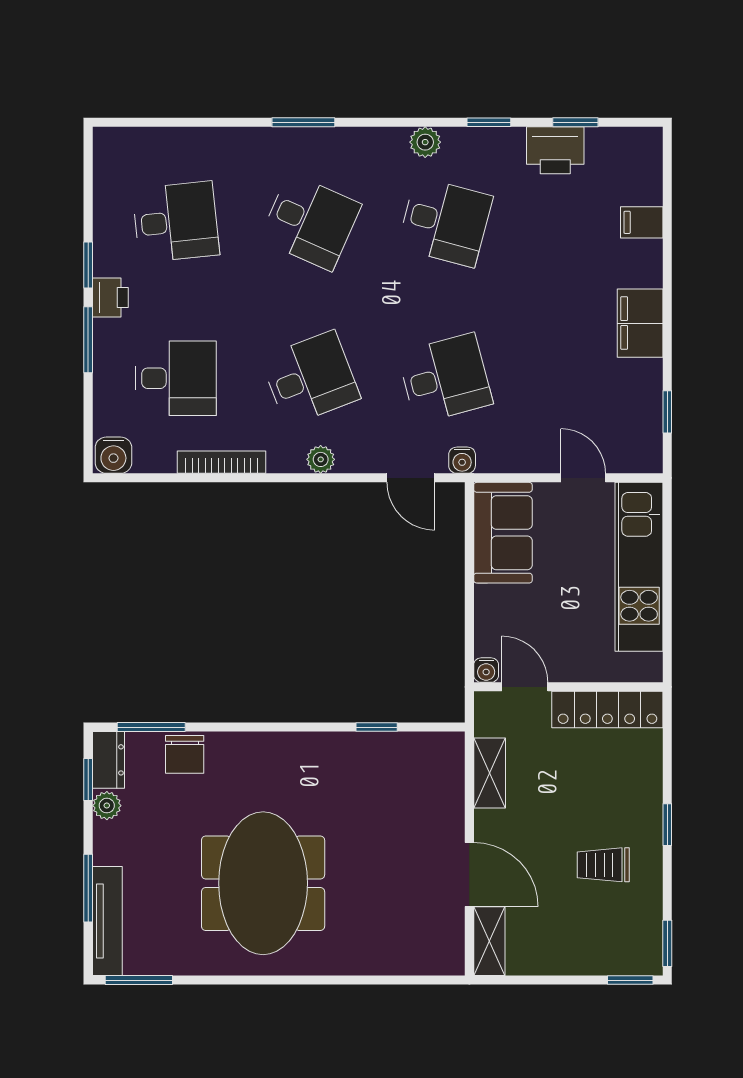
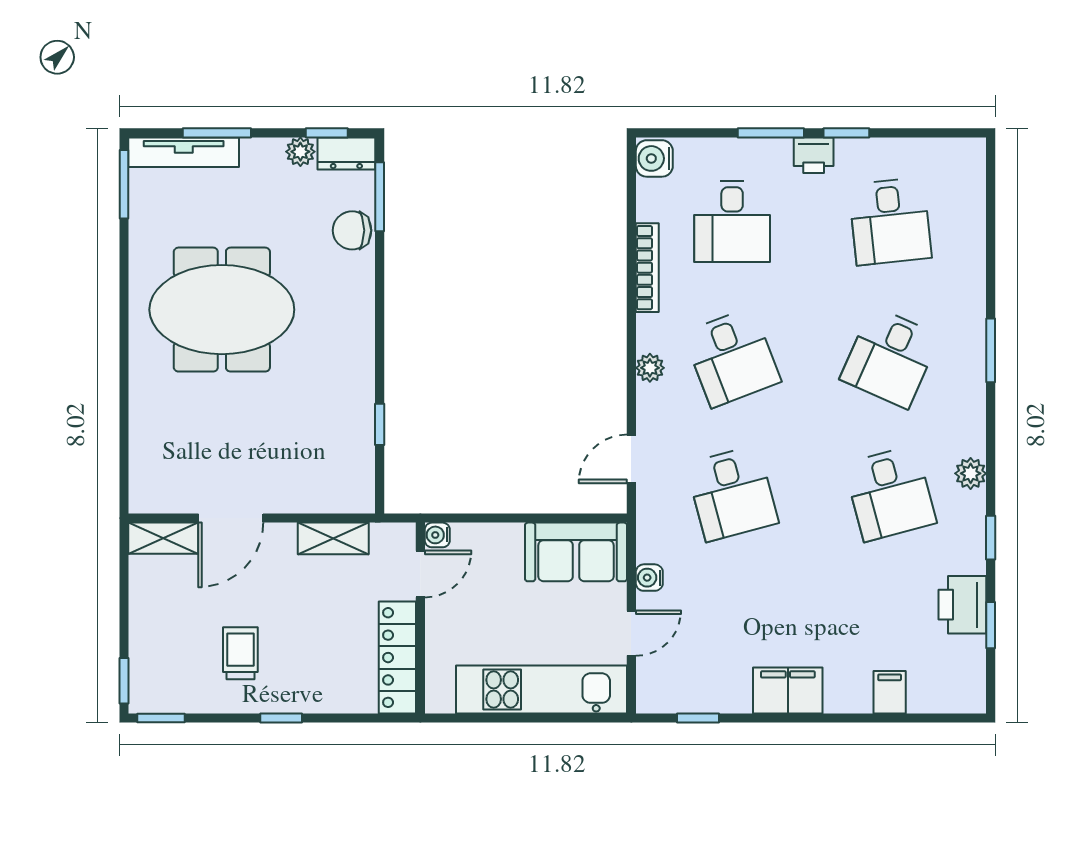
desk: (445, 222) -> (890, 493), turned -30
water cooler: (462, 460) -> (649, 578), moved

